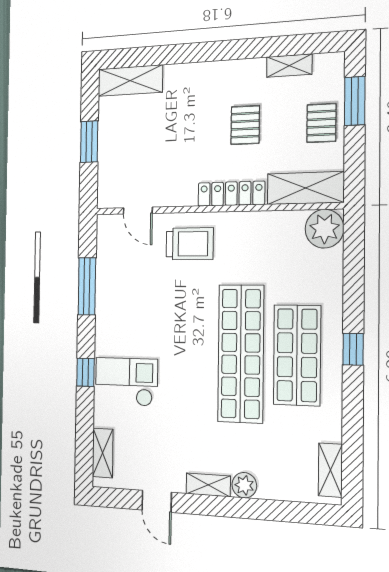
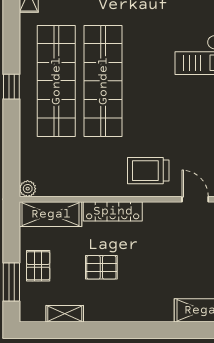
pallet: (245, 125) -> (101, 267), turned 90
plant: (324, 229) -> (28, 189), width x0.53, depth x0.53
shop shelf: (297, 355) -> (56, 81), width x1.40

